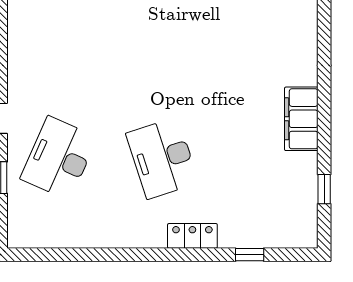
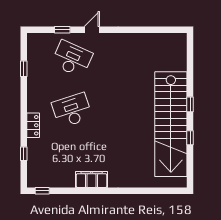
window: (324, 189) -> (42, 191), moved
window: (79, 255) -> (24, 69), added

